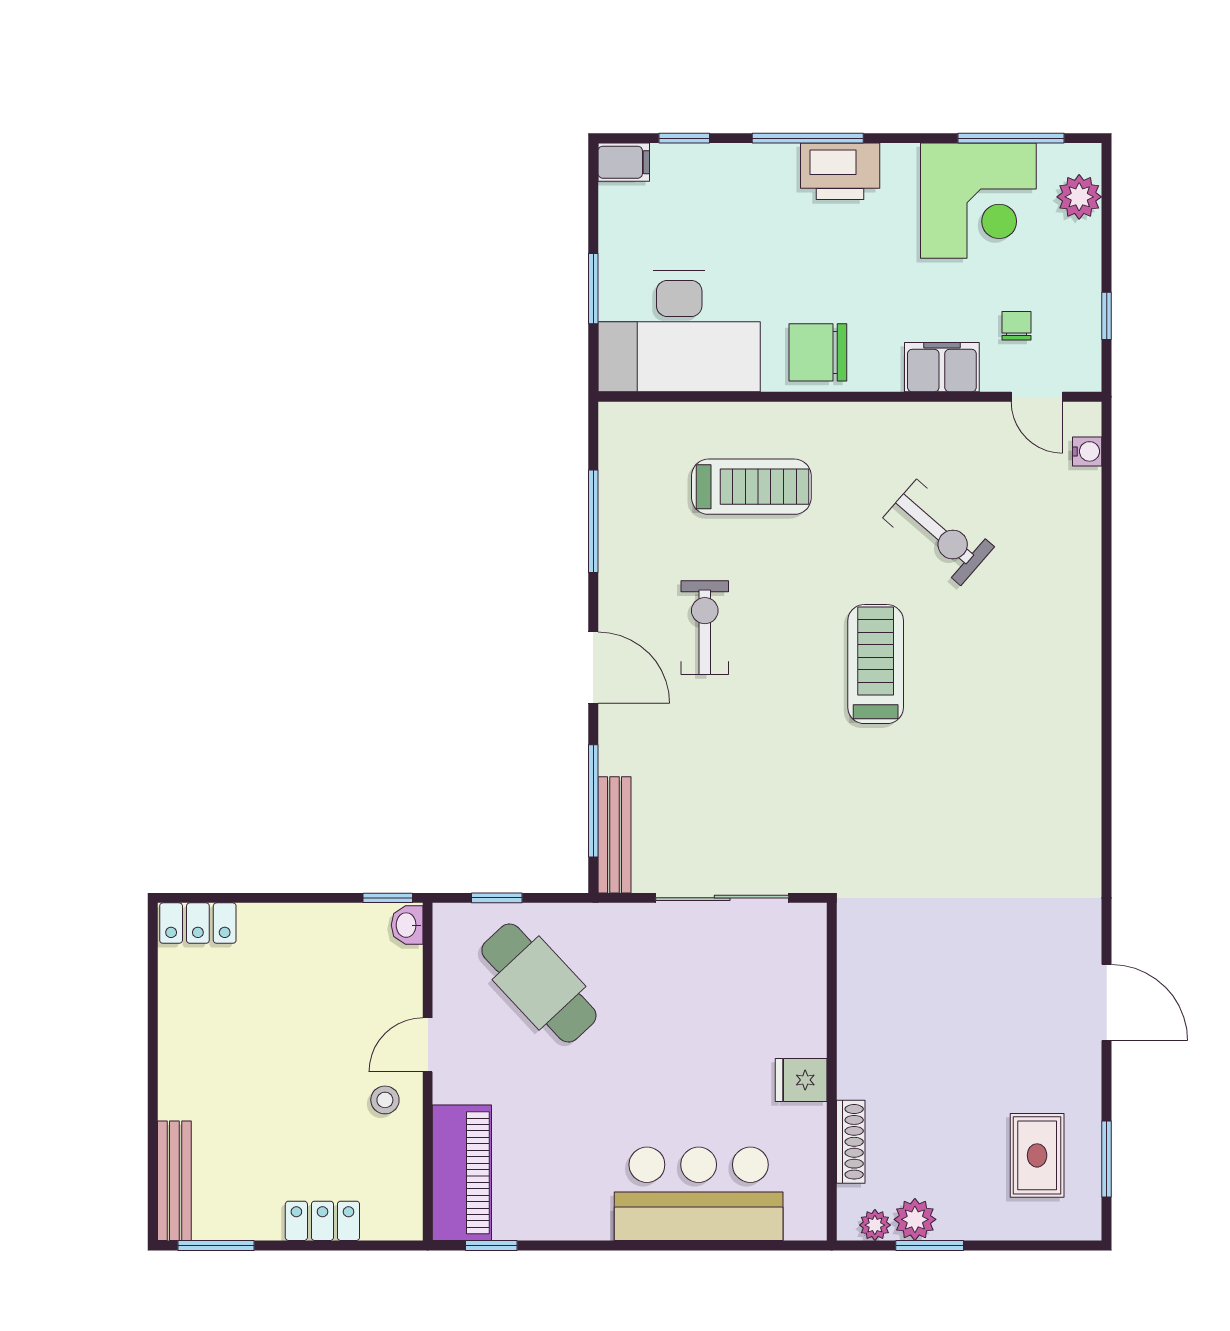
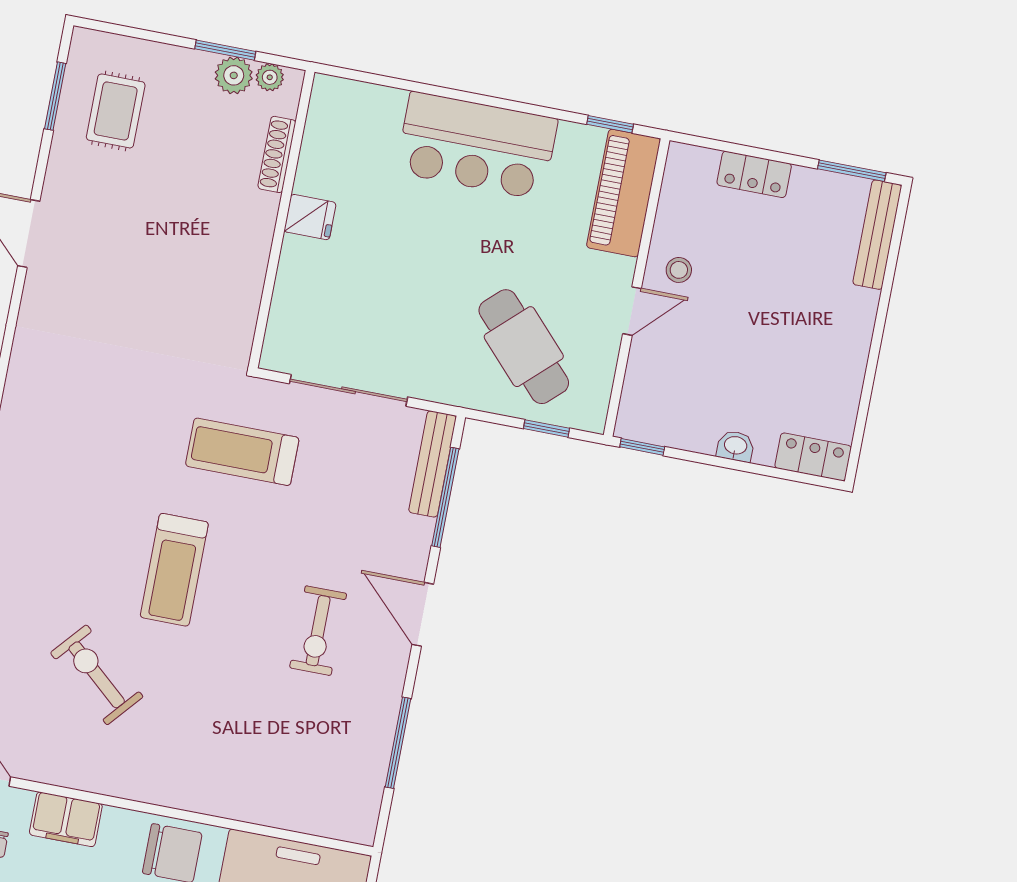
treadmill: (751, 487) -> (242, 452), moved
washbasin: (407, 925) -> (735, 446), moved, turned -90
bar counter: (699, 1194) -> (477, 146), moved

